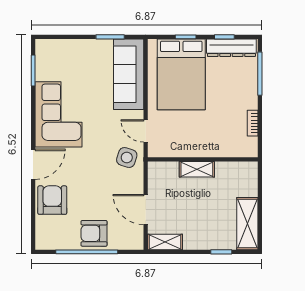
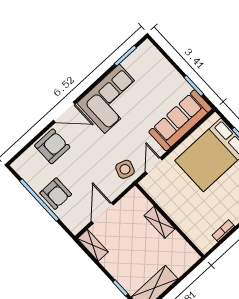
armchair: (94, 233) -> (56, 194), turned 180

